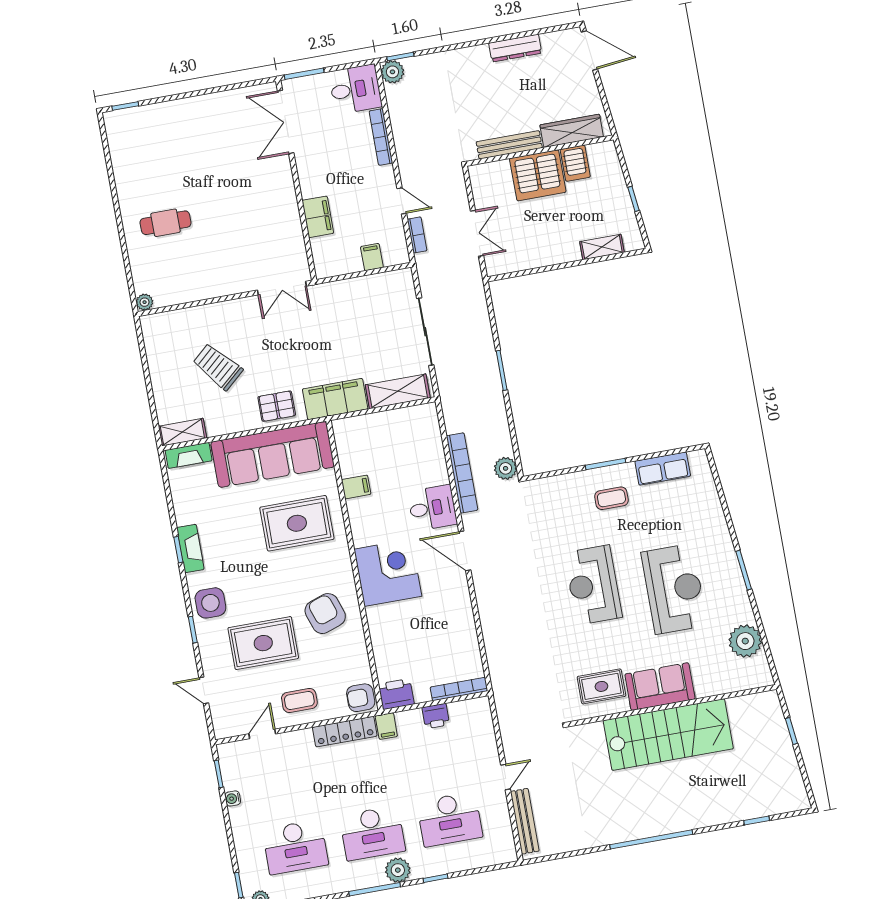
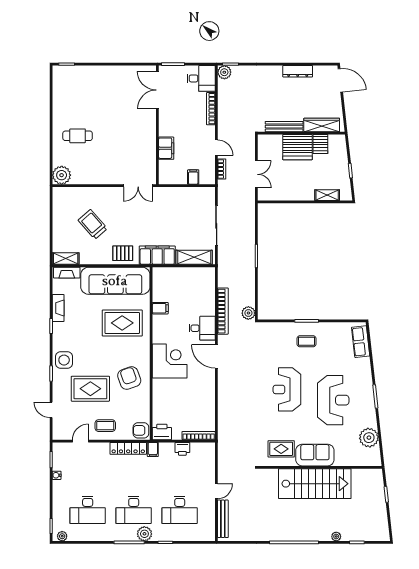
plant: (145, 302) -> (62, 175), width x1.87, depth x1.87
row of seats: (663, 469) -> (361, 342), moved, turned 84
fireplace: (190, 548) -> (58, 308), moved
plant: (720, 817) -> (336, 536), added

